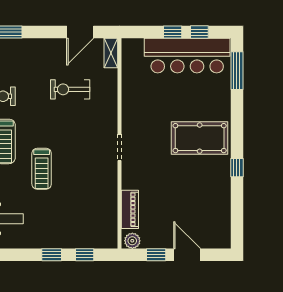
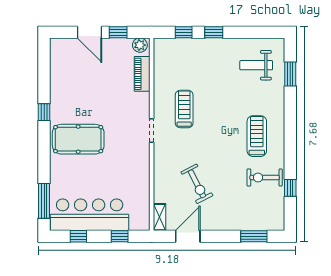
window: (173, 32) -> (120, 236), moved
exercise bike: (70, 89) -> (197, 184), turned 63
treadmill: (42, 169) -> (184, 109), moved

